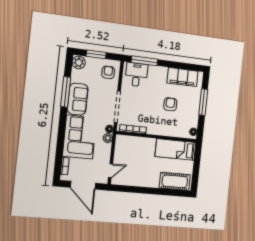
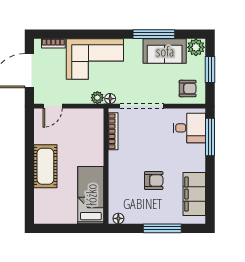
sofa: (78, 99) -> (165, 51), moved
door: (111, 171) -> (53, 106), hinge flipped
cot: (175, 181) -> (45, 166), moved

